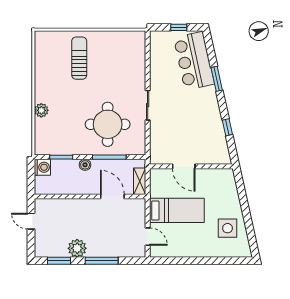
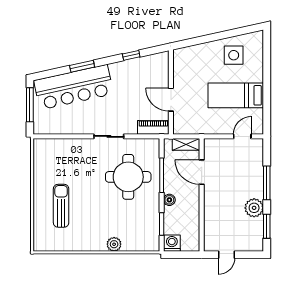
window: (179, 27) -> (30, 105), width x2.17
sun lounger: (79, 58) -> (61, 206), turned 90
bar counter: (194, 61) -> (74, 87), width x1.36
piano: (157, 149) -> (153, 127), added
door: (184, 166) -> (171, 100), swing flipped
door: (112, 197) -> (202, 172), hinge flipped
bed: (177, 210) -> (236, 95), moved, turned -90

